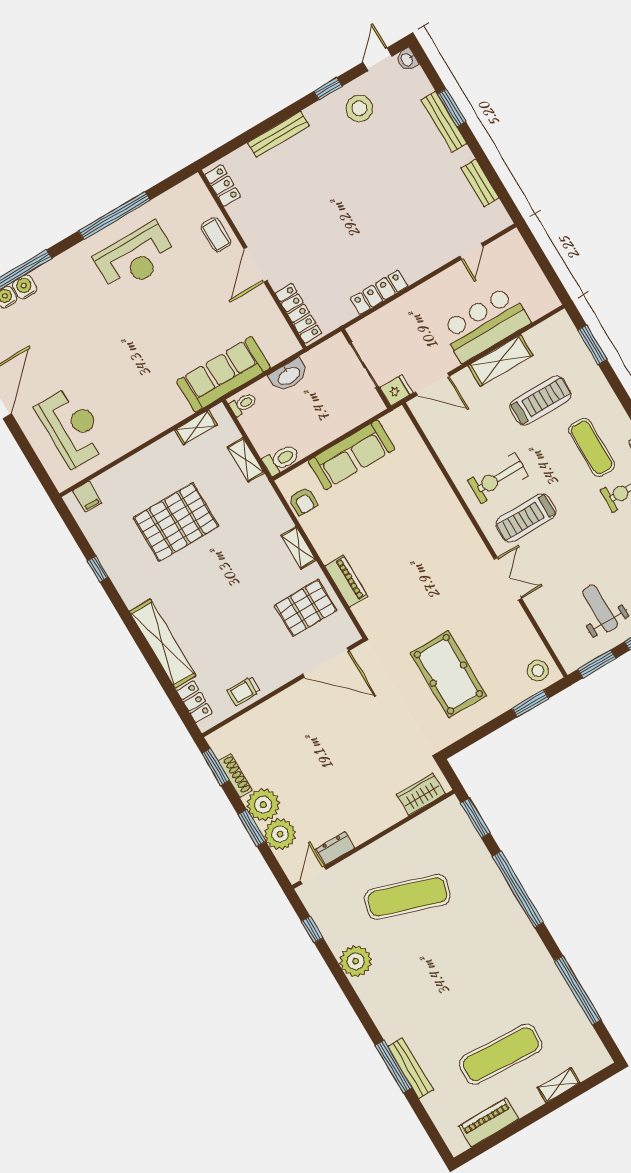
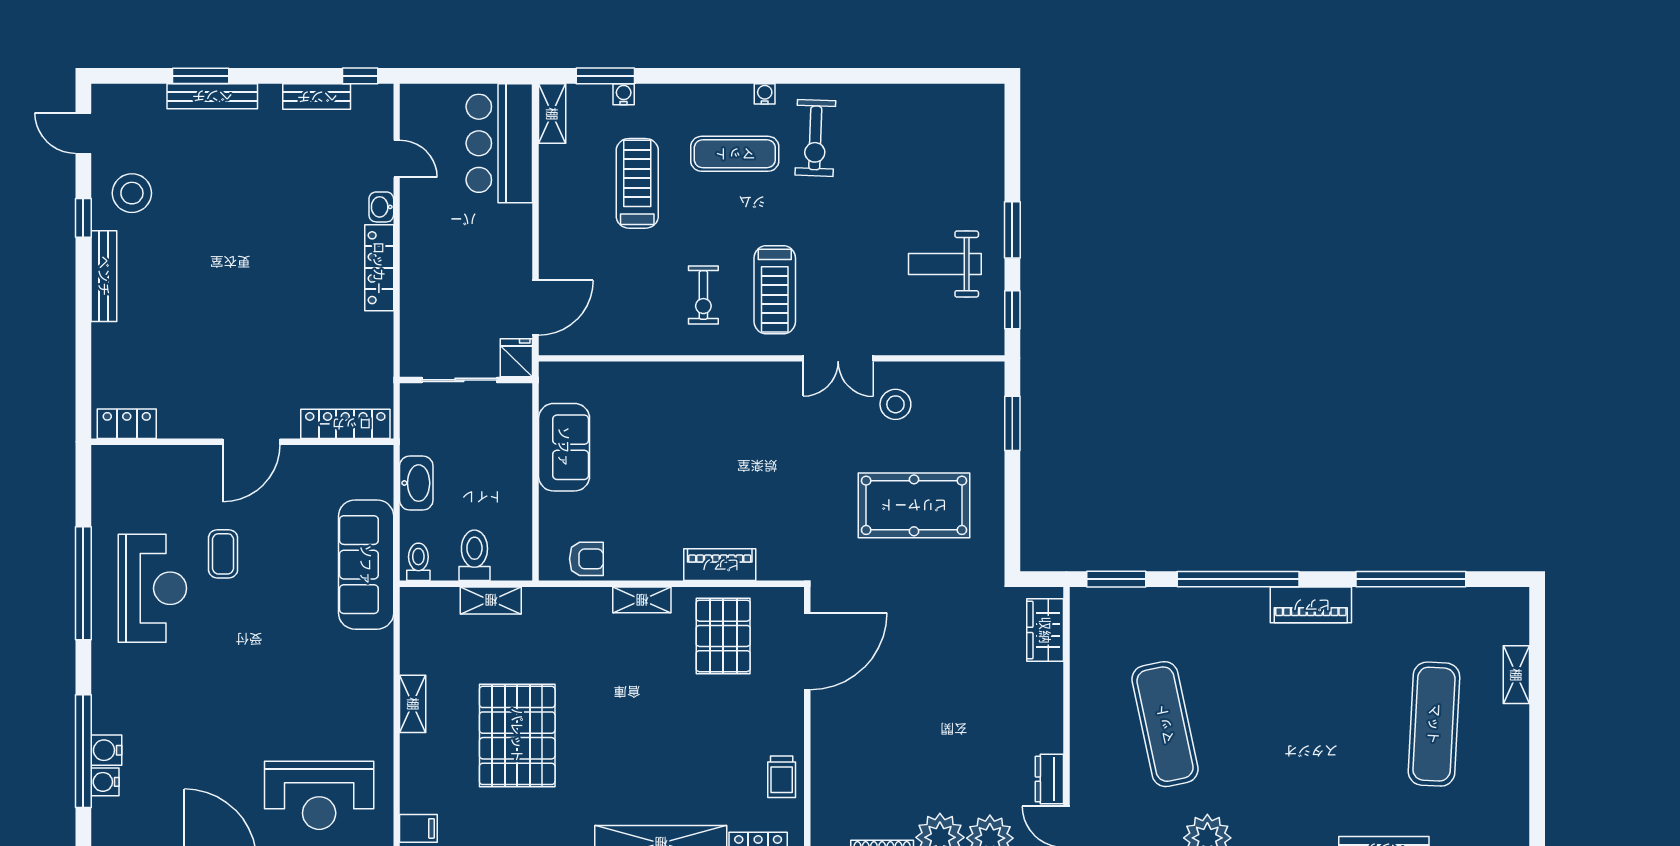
washbasin: (407, 60) -> (381, 207), moved, turned 90
bench: (279, 134) -> (104, 276), moved
window: (507, 201) -> (360, 76), added
coffee table: (216, 235) -> (223, 554), moved, turned 90
door: (255, 265) -> (251, 442), hinge flipped
locker: (379, 292) -> (379, 268), moved
bar counter: (485, 324) -> (499, 143), moved
shelving: (501, 360) -> (552, 114), moved, width x0.67, depth x0.75
water cooler: (588, 362) -> (624, 94), added
reception desk: (72, 427) -> (319, 795), turned 180
shelving: (196, 427) -> (413, 704), moved
sofa: (351, 455) -> (564, 447), width x0.73
toilet: (281, 459) -> (474, 555), moved
exercise bike: (498, 478) -> (703, 295), width x0.73, depth x0.72
double door: (508, 579) -> (838, 358), swing flipped
window: (597, 664) -> (1012, 310), width x0.67
stool: (538, 671) -> (895, 404), moved
exercise mat: (408, 897) -> (1165, 724), turned -30
piano: (489, 1123) -> (1311, 605), moved, turned -90

